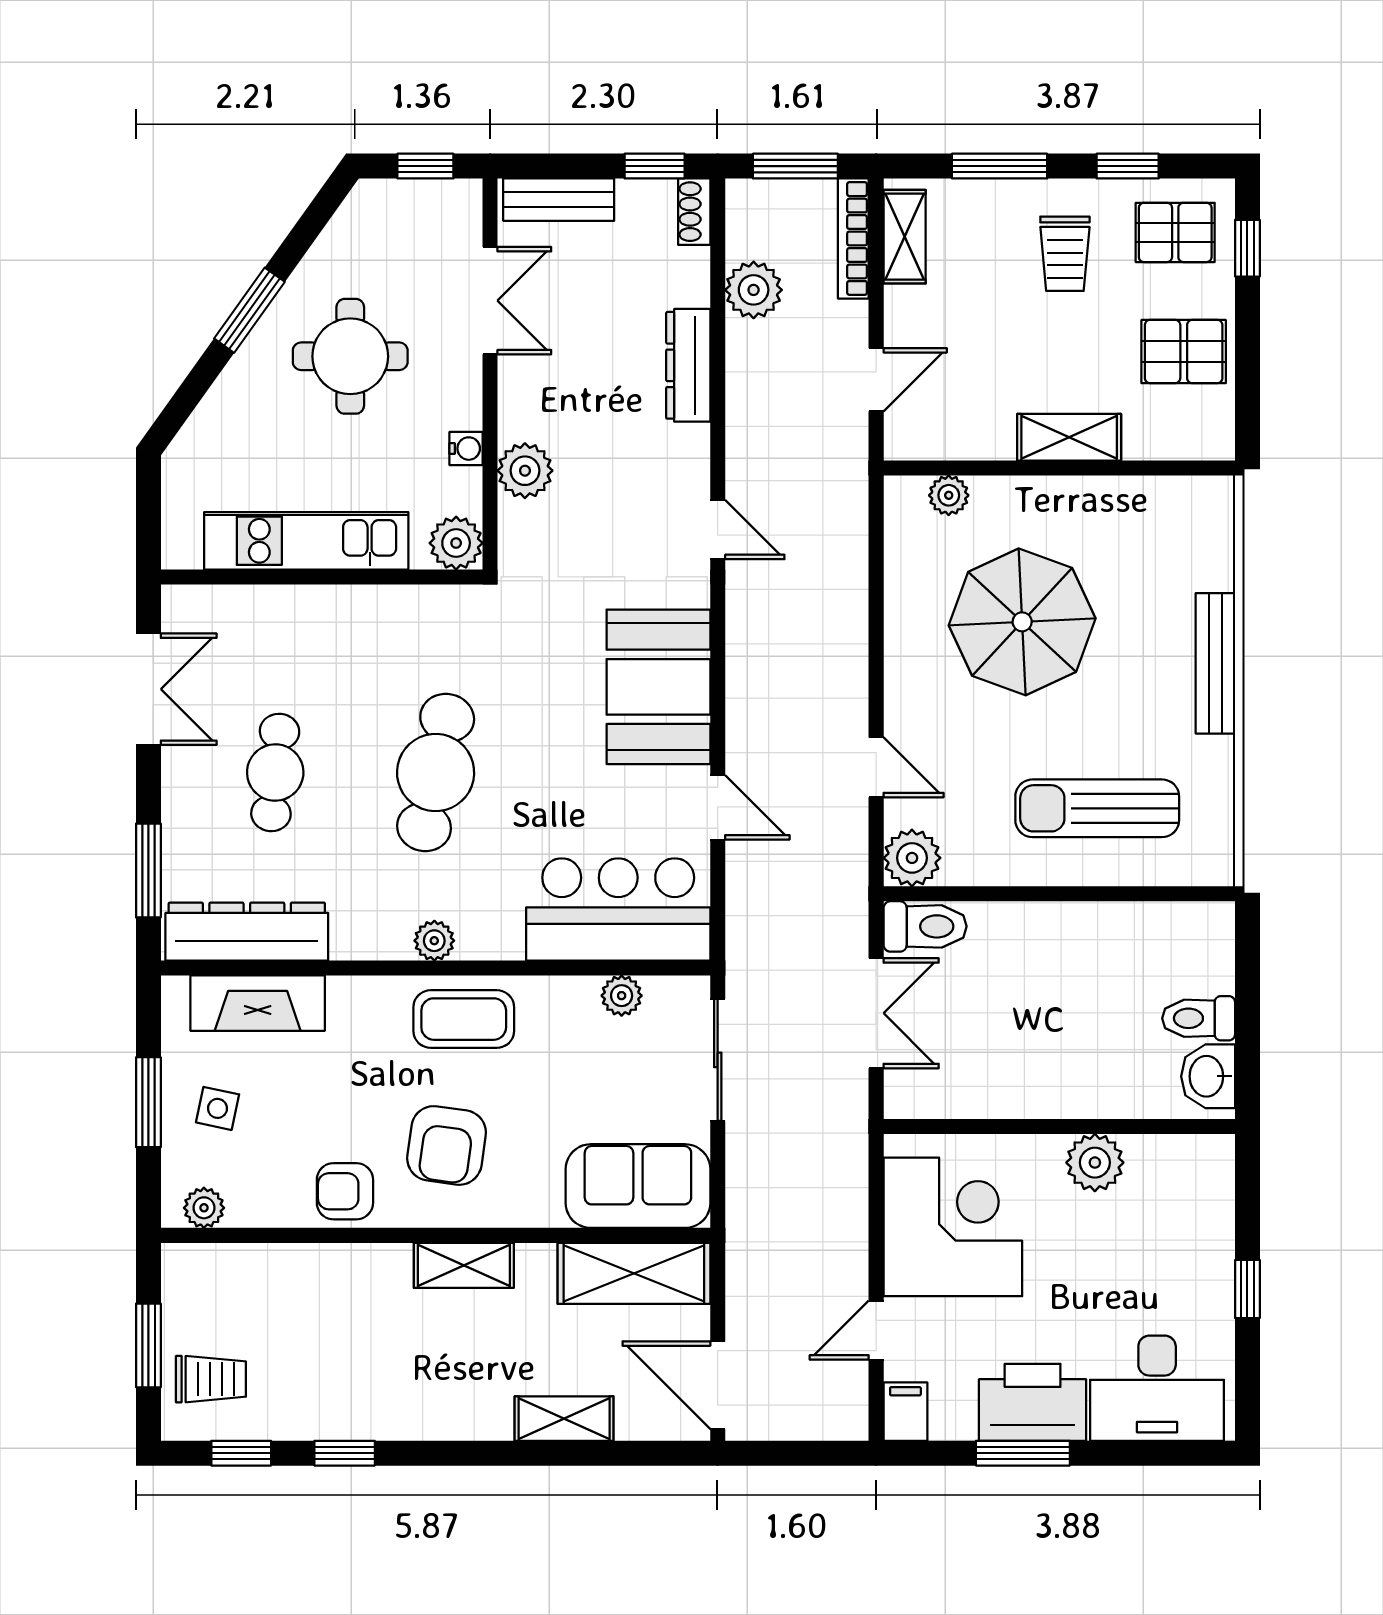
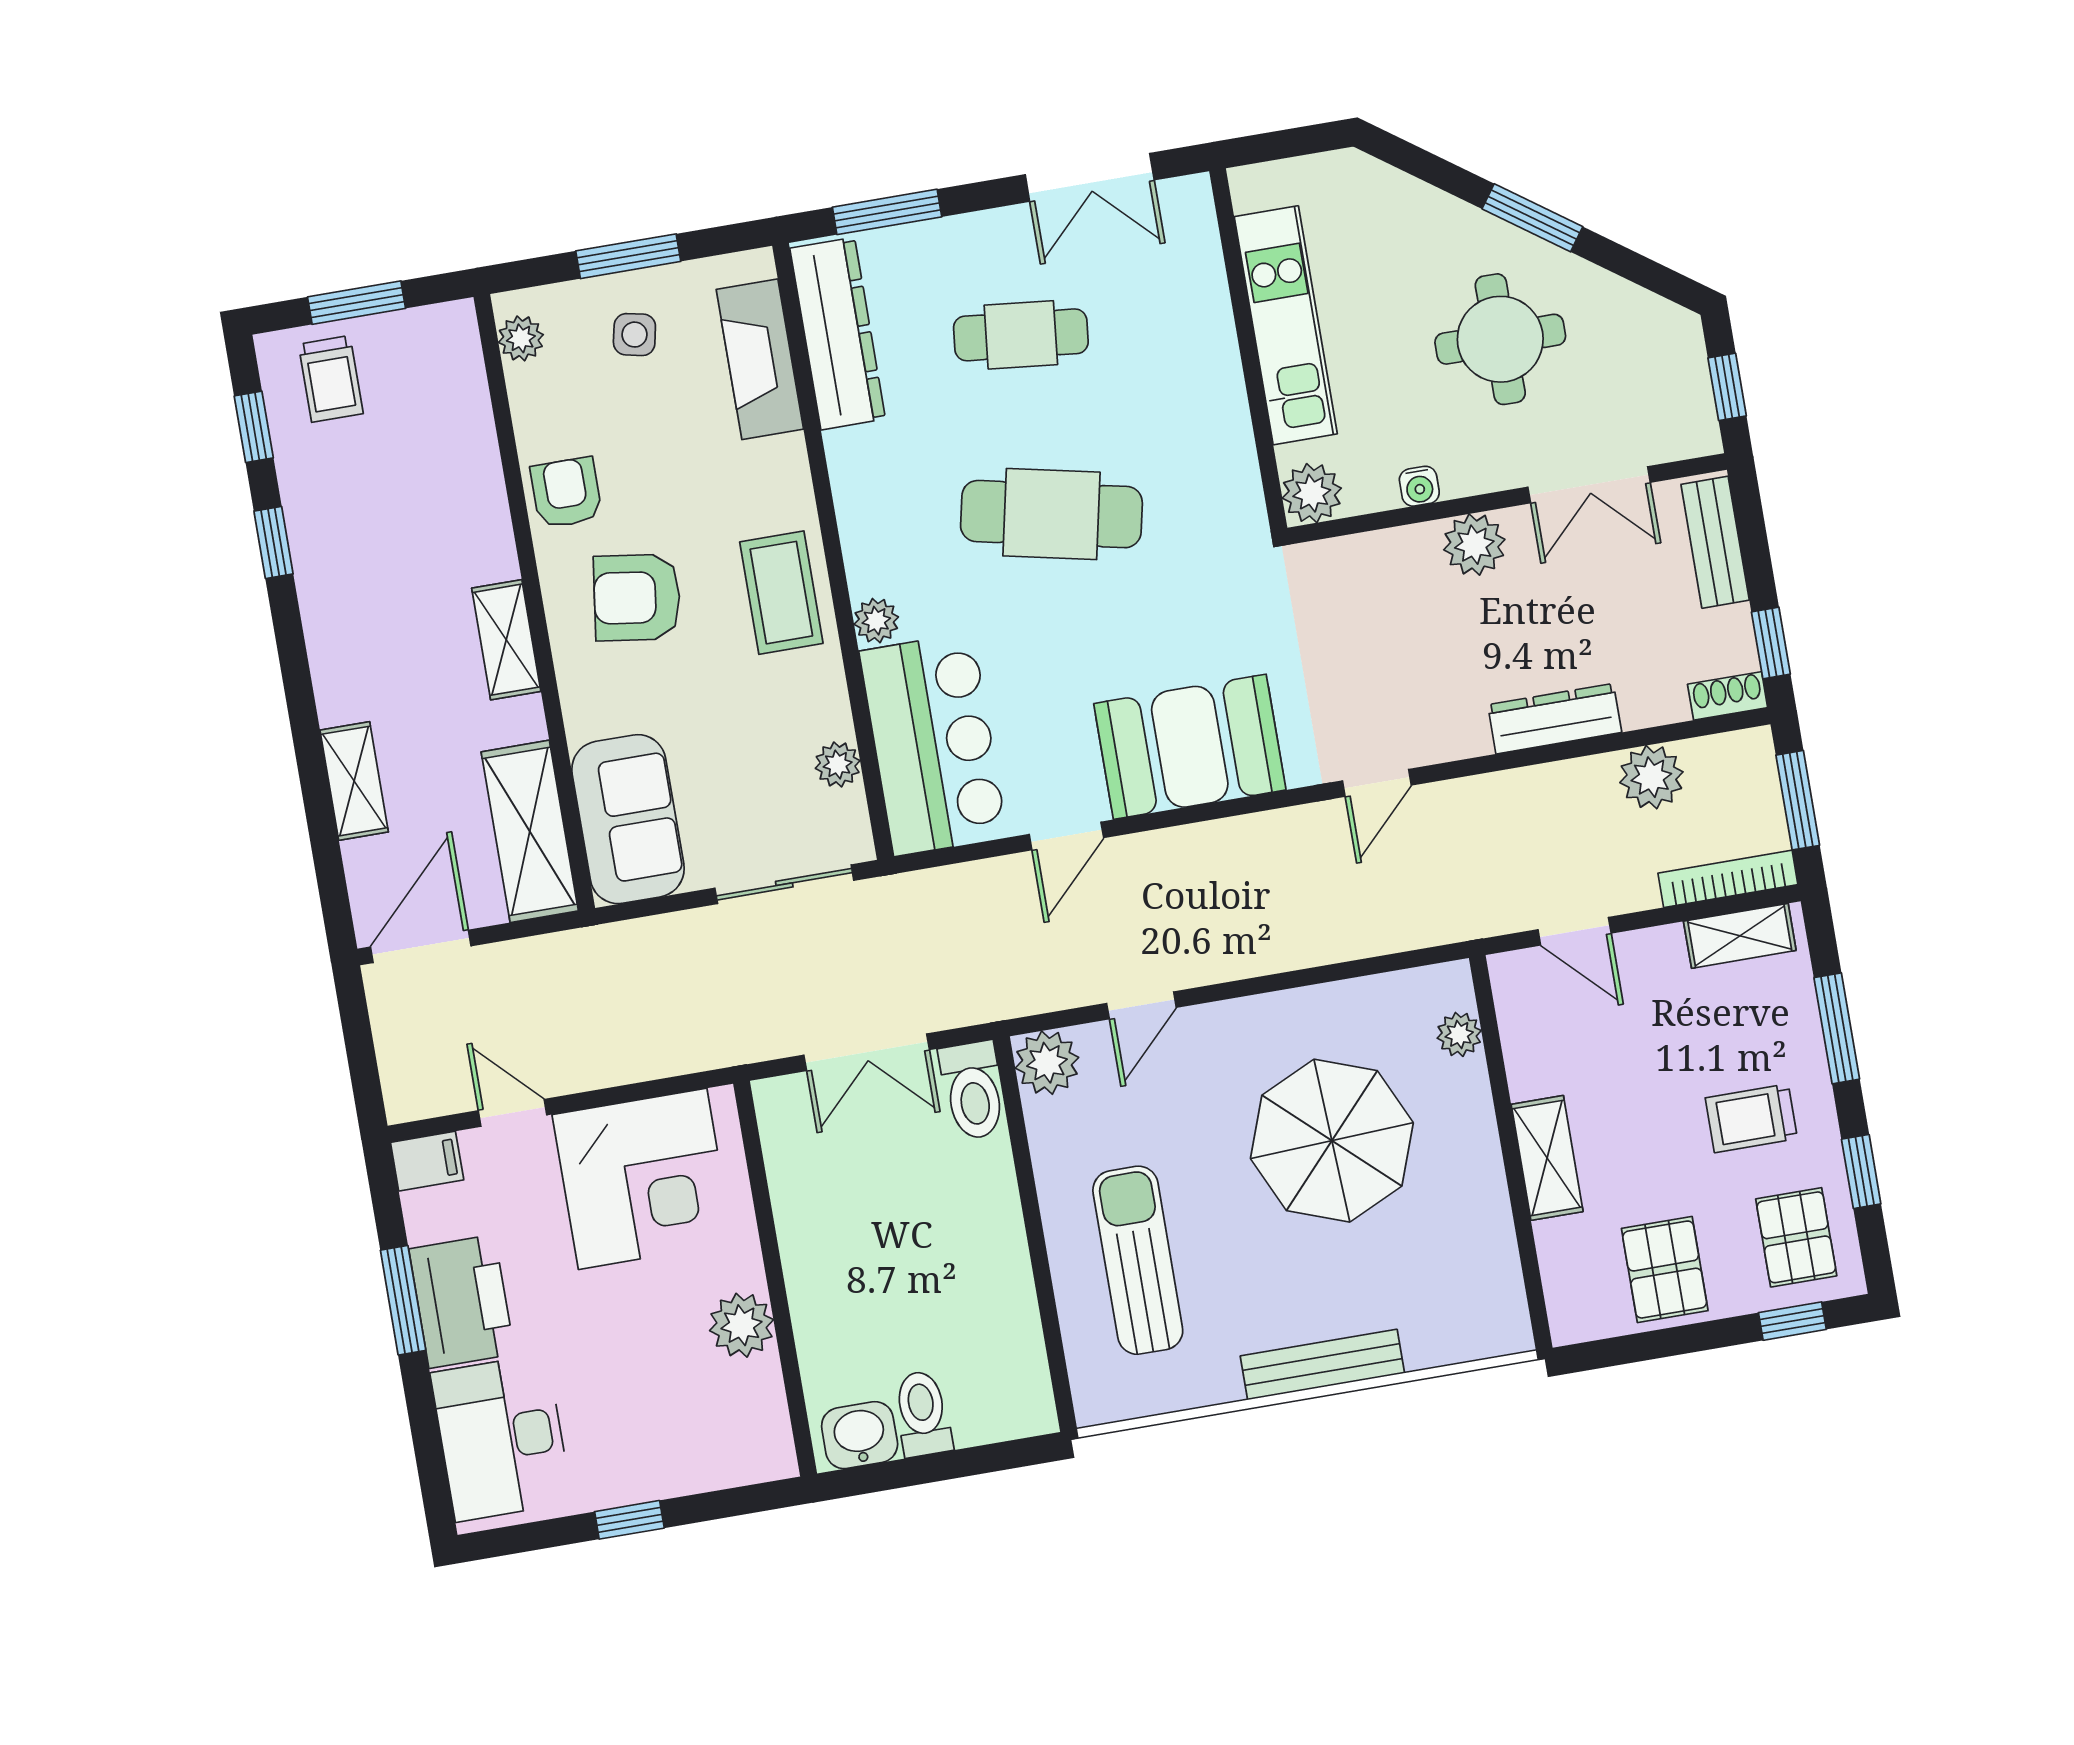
plant: (525, 471) -> (1474, 545), moved
plant: (434, 941) -> (876, 621), moved

